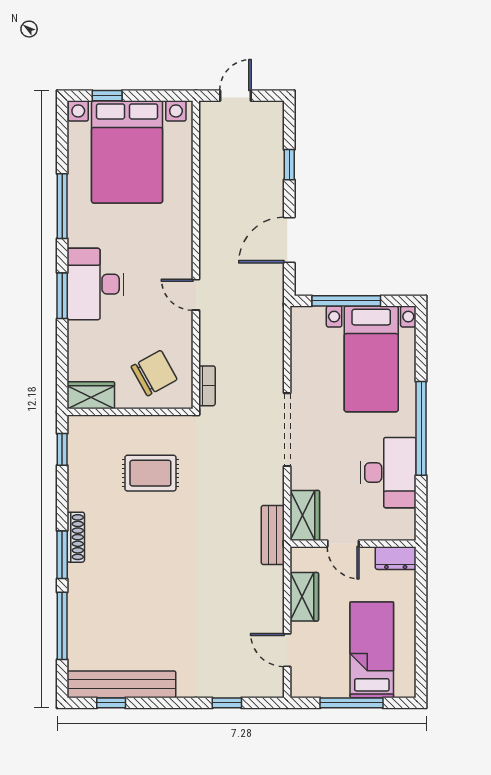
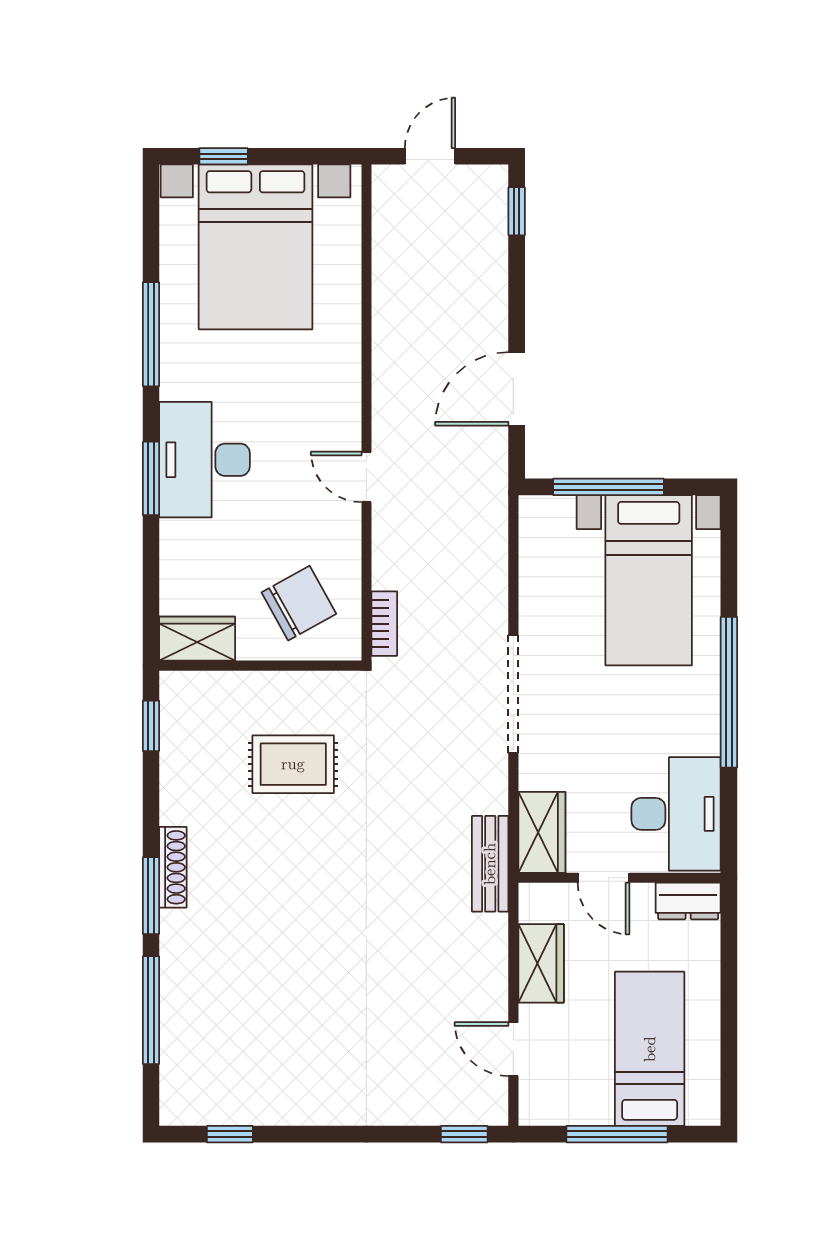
window: (289, 165) -> (517, 211), moved
desk: (388, 473) -> (676, 814), moved
bench: (121, 684) -> (246, 1104), removed
window: (227, 703) -> (464, 1134), moved

